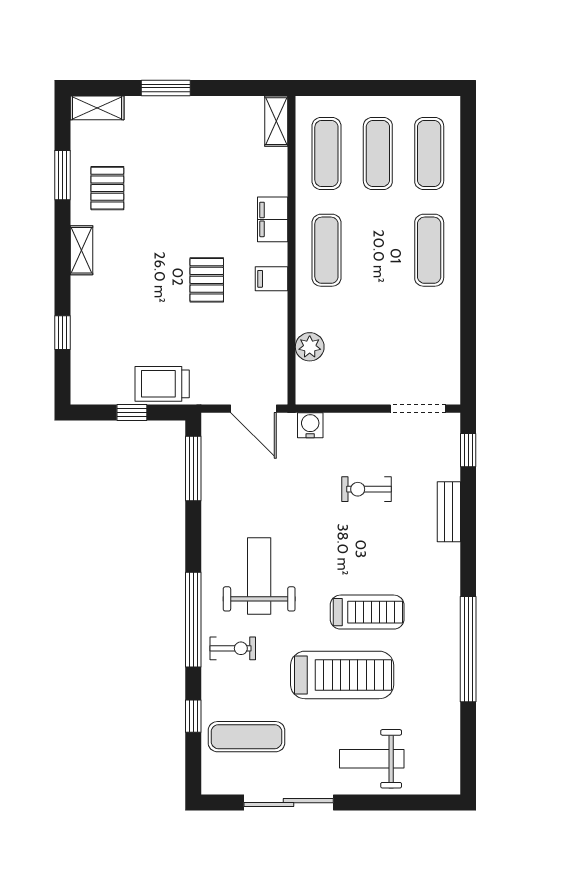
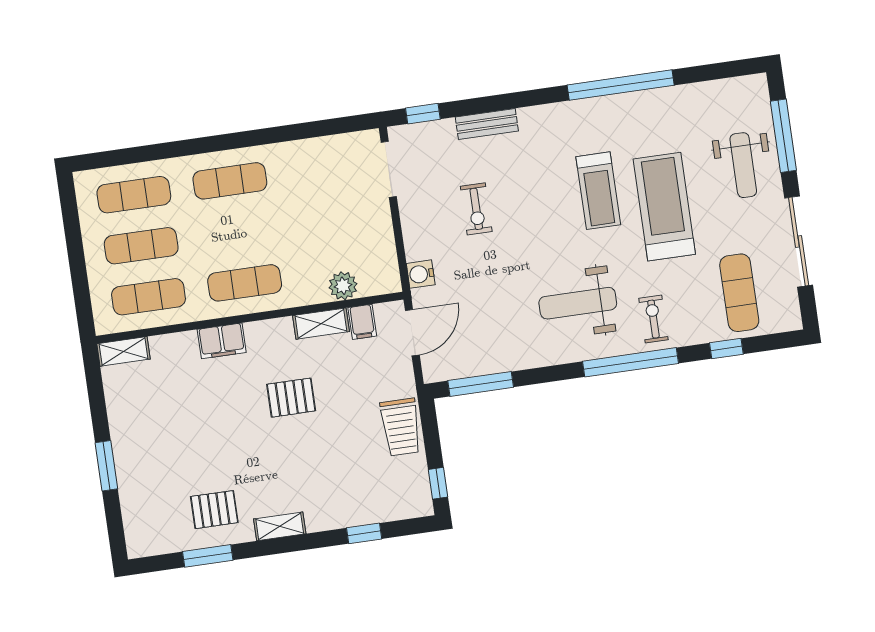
shelving: (97, 108) -> (321, 324), moved, turned 90
filing cabinet: (271, 279) -> (362, 322), moved
window: (132, 413) -> (438, 483), moved
treadmill: (367, 612) -> (598, 191), turned 180
window: (395, 803) -> (783, 136), added

